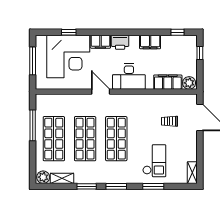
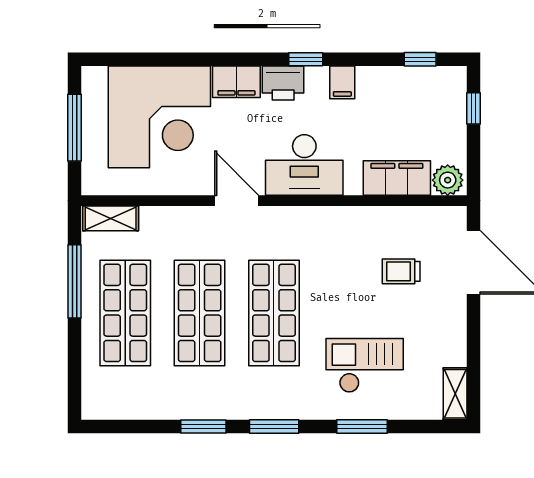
window: (69, 32) -> (306, 59), moved
filing cabinet: (150, 42) -> (342, 82), width x0.50
checkout: (154, 161) -> (365, 365), turned -90
plant: (43, 177) -> (100, 405), removed
shelving: (62, 178) -> (111, 218), moved

